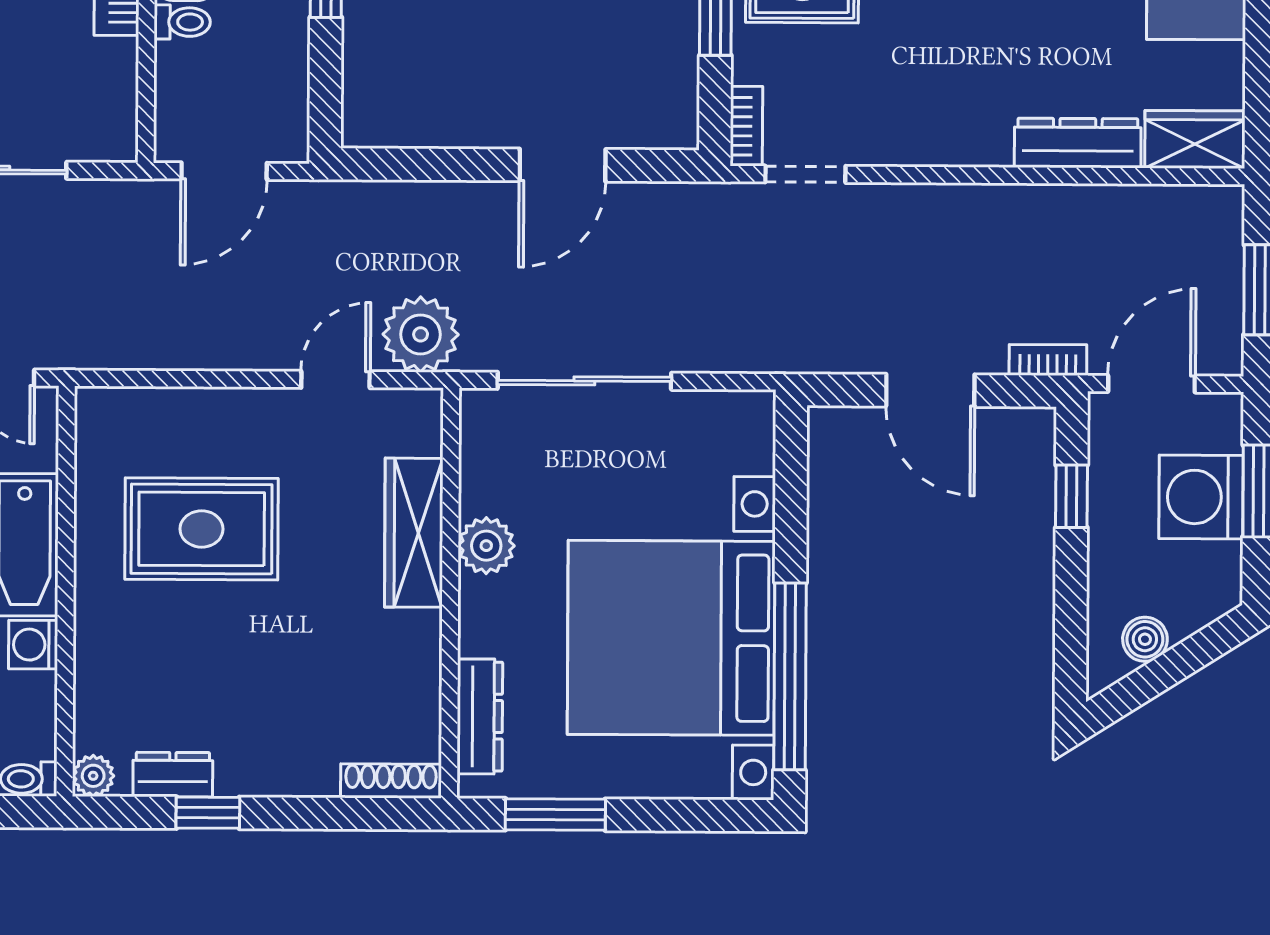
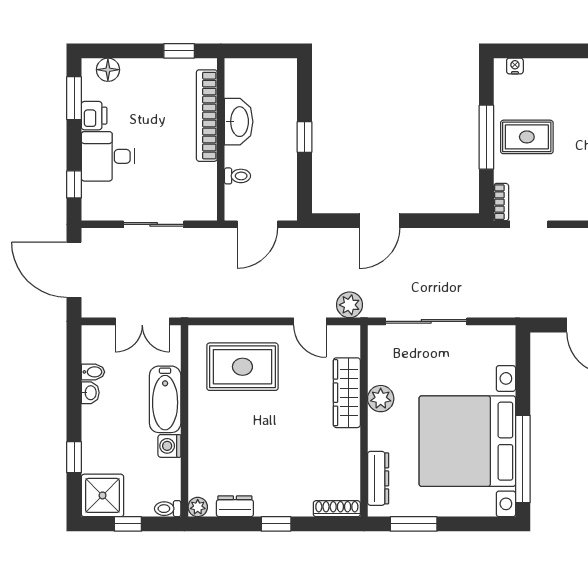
toilet: (182, 22) -> (237, 176), moved
door: (563, 165) -> (380, 221), moved
plant: (421, 334) -> (350, 305), width x0.73, depth x0.73
door: (335, 380) -> (310, 321), swing flipped
rug: (202, 529) -> (242, 367), moved
window: (208, 813) -> (276, 524), moved

